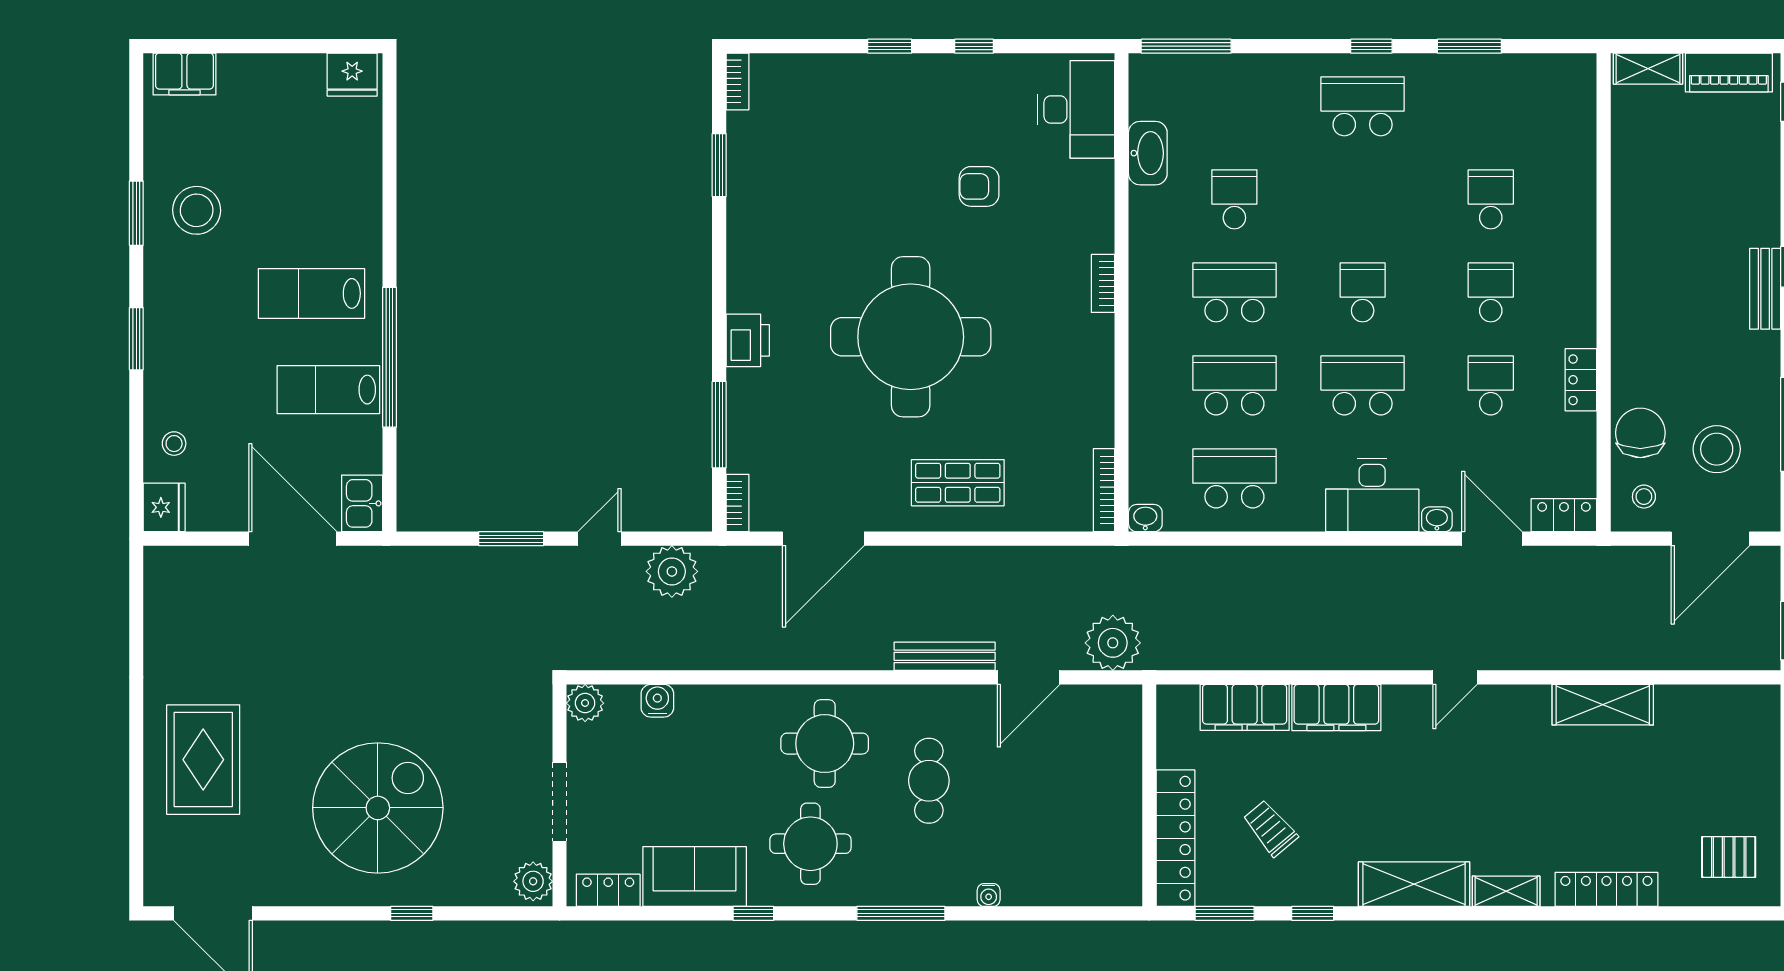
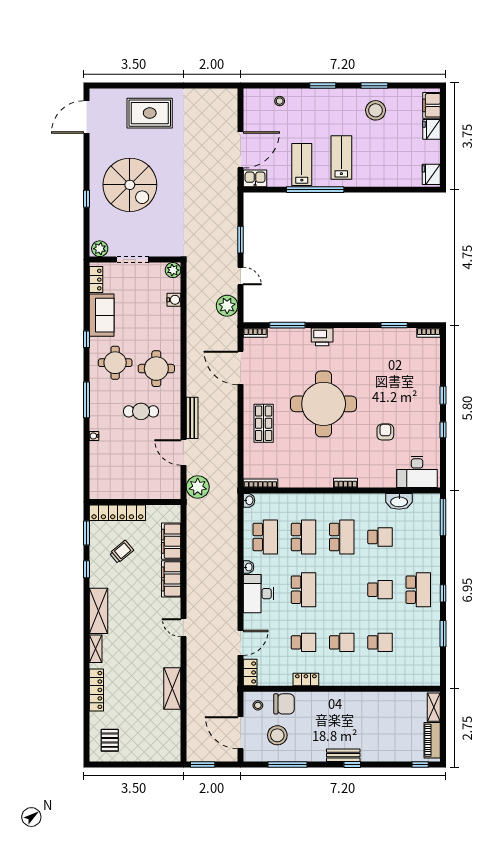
school desk: (1363, 292) -> (380, 590), moved
fridge: (164, 507) -> (432, 129), moved, turned 90
washbasin: (1437, 519) -> (248, 567), moved

